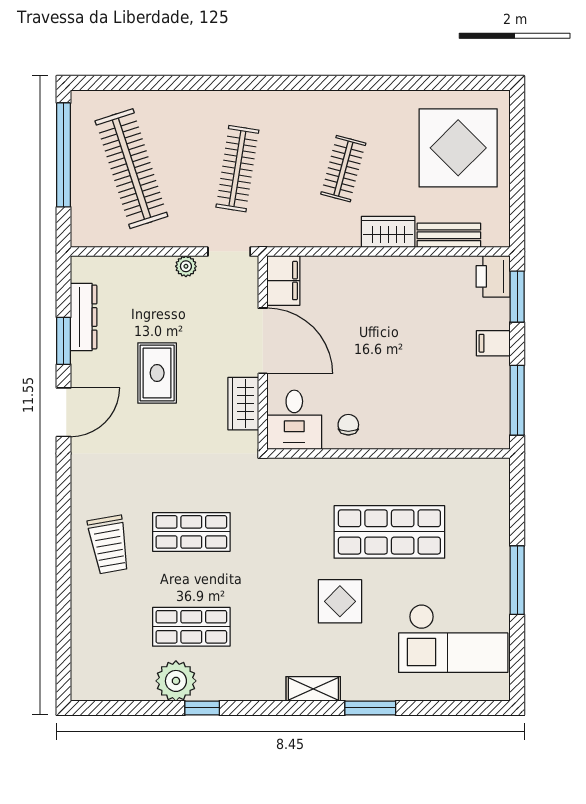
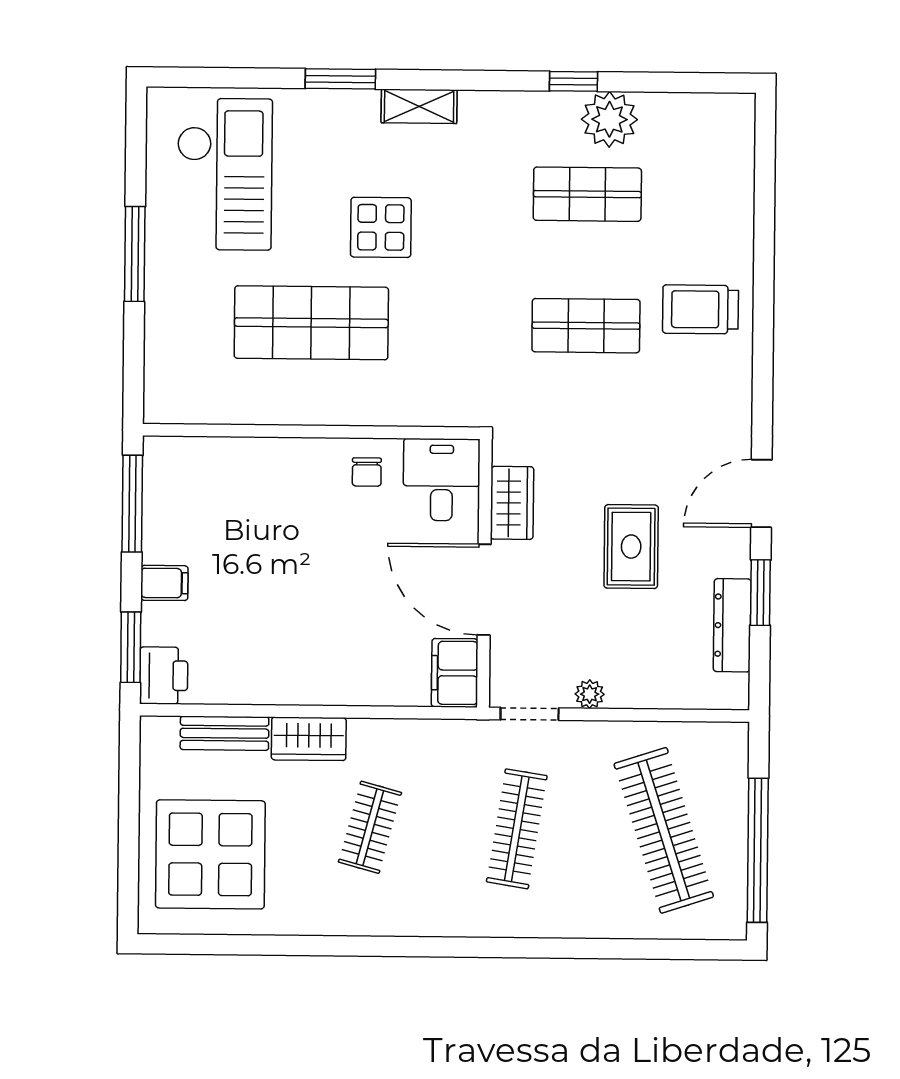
trolley: (109, 545) -> (700, 309), turned -80
checkout: (453, 638) -> (224, 174), turned 90

